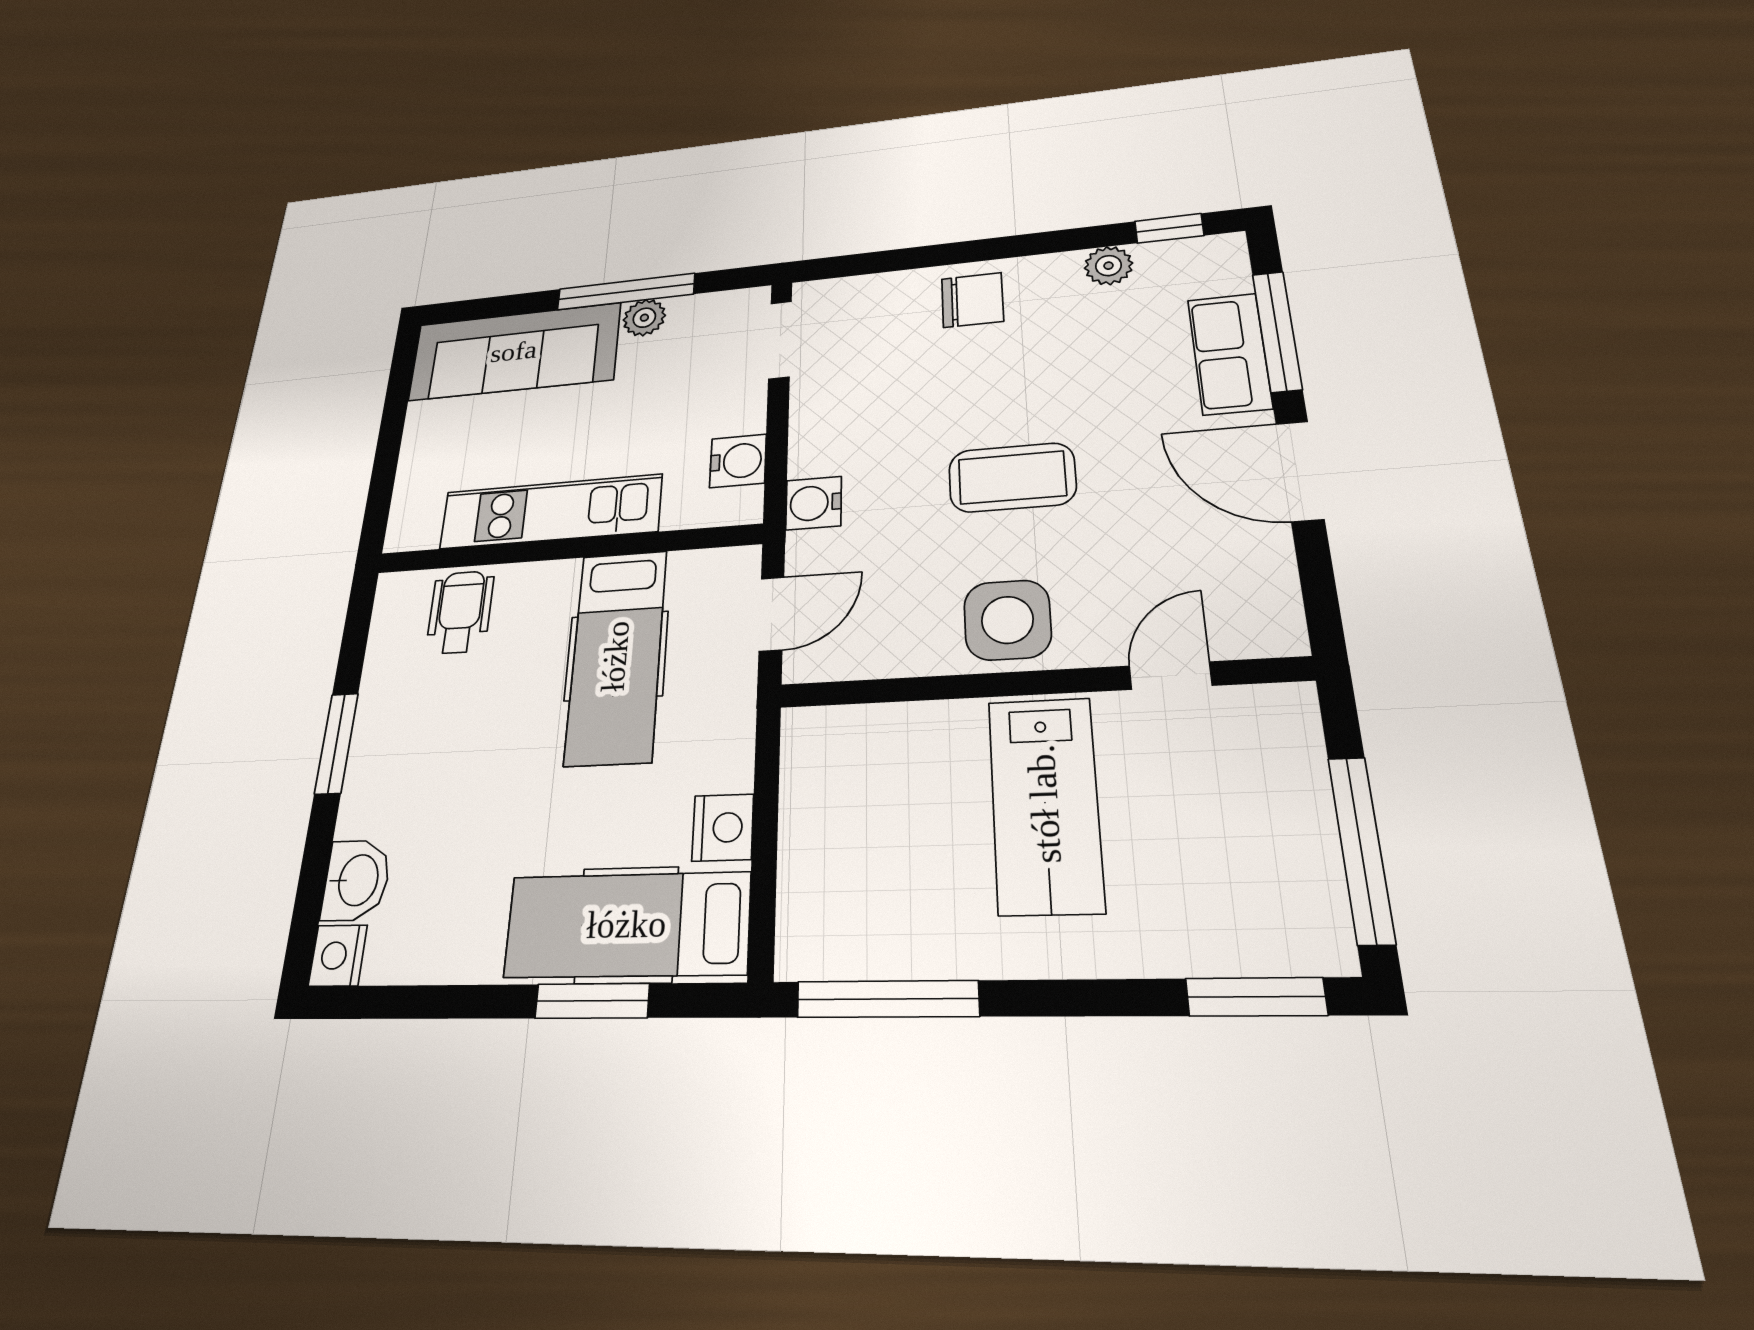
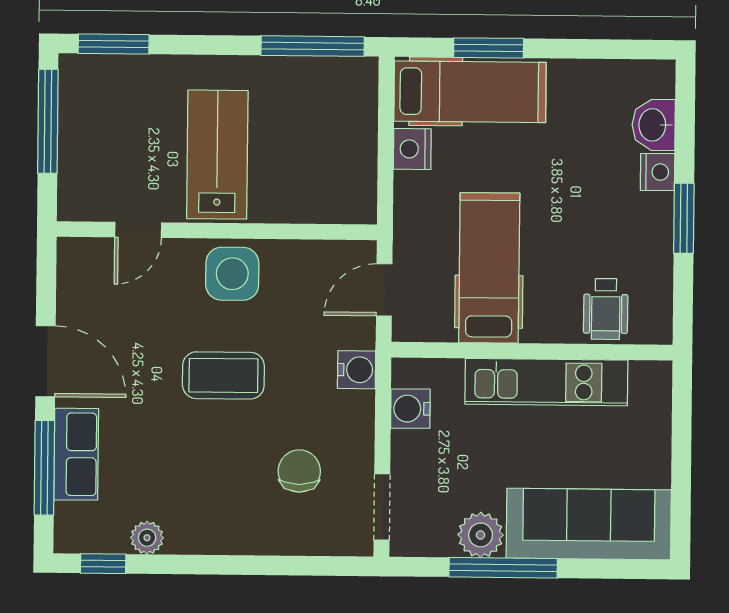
chair: (972, 300) -> (299, 471), moved, turned 90
plant: (644, 318) -> (481, 535), width x1.38, depth x1.38
nightstand: (338, 955) -> (658, 172), moved

